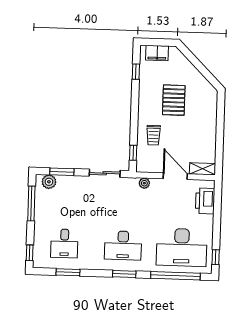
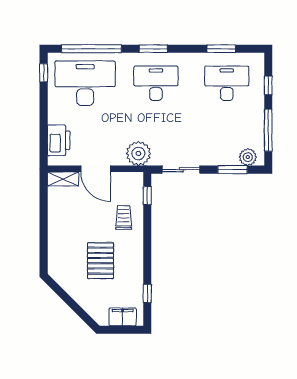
plant: (144, 183) -> (138, 153), width x1.88, depth x1.88
desk: (64, 243) -> (227, 83), width x1.37
window: (30, 253) -> (268, 85), moved

